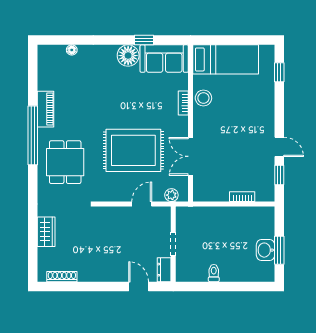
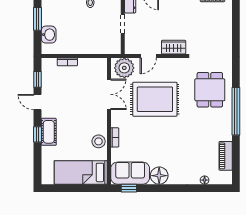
window: (144, 40) -> (129, 188), moved
window: (279, 72) -> (38, 134), moved
piano: (46, 109) -> (226, 156), moved
cot: (265, 110) -> (49, 132), added
plant: (171, 195) -> (124, 68), width x1.87, depth x1.87
wardrobe: (46, 232) -> (174, 47), moved, turned 90
washbasin: (266, 250) -> (49, 35), moved

